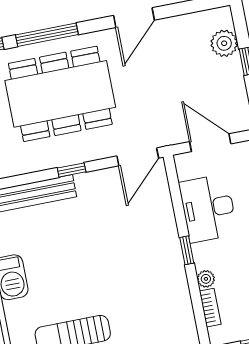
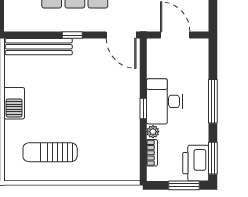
door: (138, 157) -> (121, 35), hinge flipped
desk: (208, 208) -> (164, 101), moved

